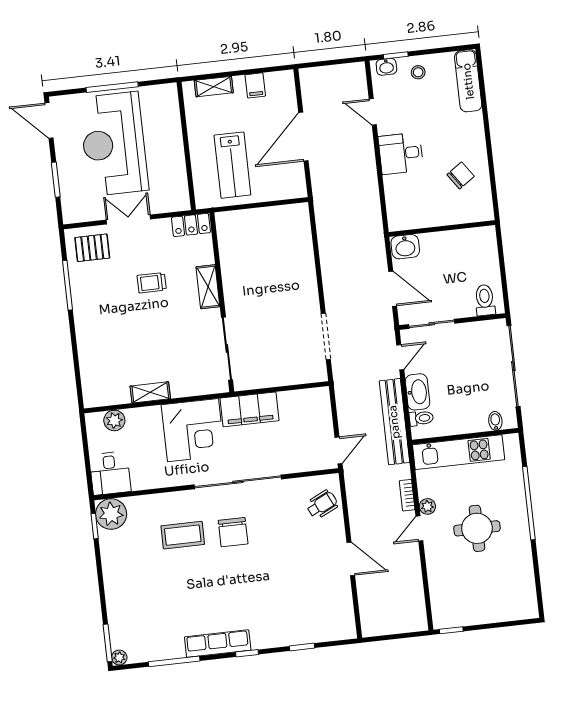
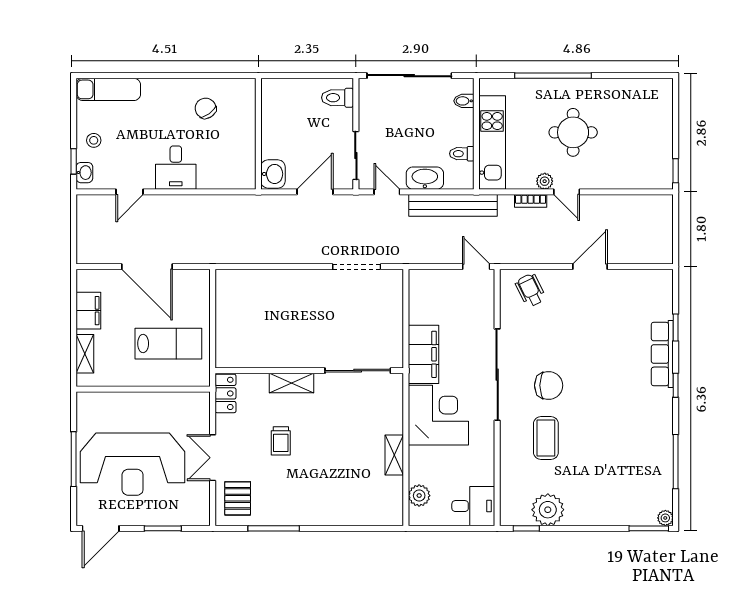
filing cabinet: (255, 85) -> (88, 311), width x2.00
toilet: (421, 418) -> (462, 154), moved, turned -90
plant: (111, 514) -> (548, 510), moved
row of seats: (218, 644) -> (662, 354), moved

